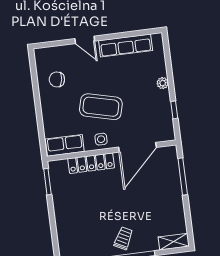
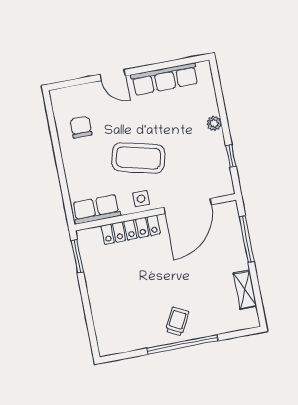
chair: (57, 79) -> (81, 127), turned 81
shelving: (174, 242) -> (245, 290), moved, turned 90

